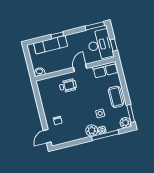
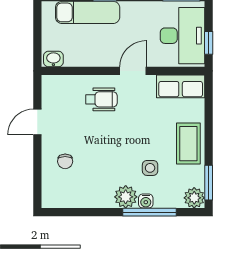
door: (47, 136) -> (37, 122), moved

